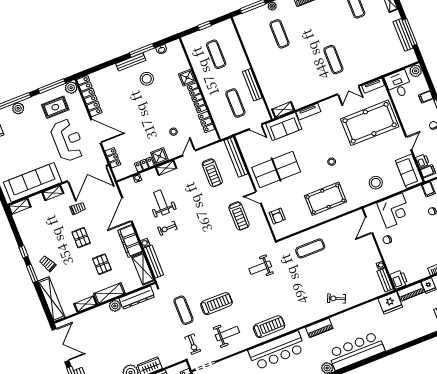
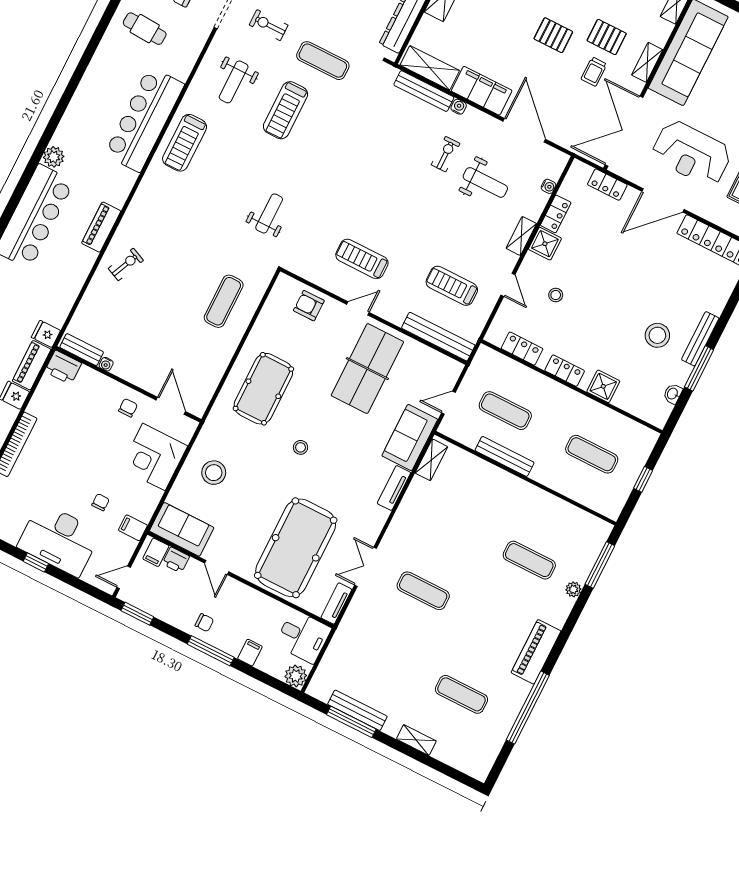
locker: (197, 98) -> (565, 371), width x0.66
pallet: (102, 264) -> (607, 37), moved
fridge: (390, 303) -> (46, 334), width x0.53, depth x0.75
piano: (319, 328) -> (101, 227), moved

